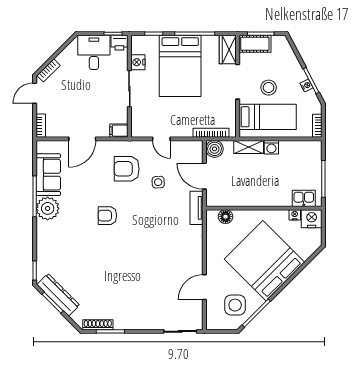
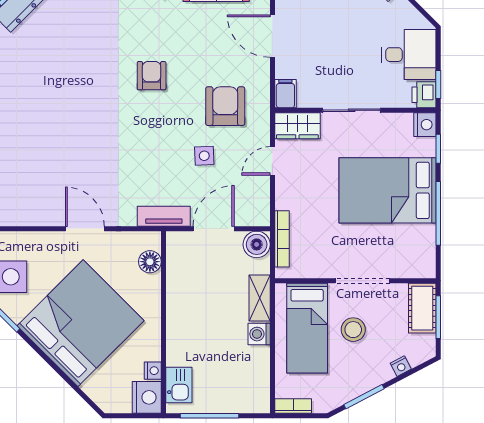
wardrobe: (228, 49) -> (297, 126), moved, turned 180
nightstand: (138, 62) -> (425, 125), moved, turned 90
nightstand: (307, 85) -> (401, 366), moved
door: (204, 287) -> (85, 229), moved

